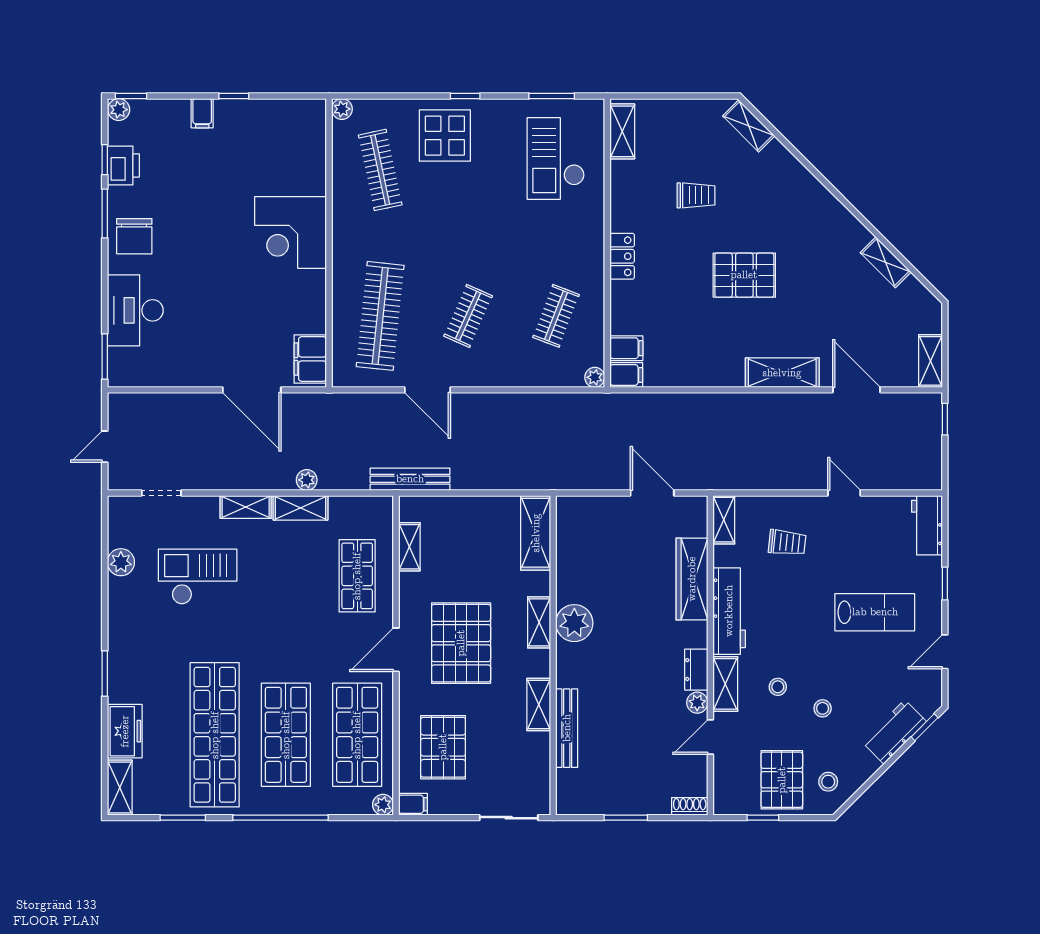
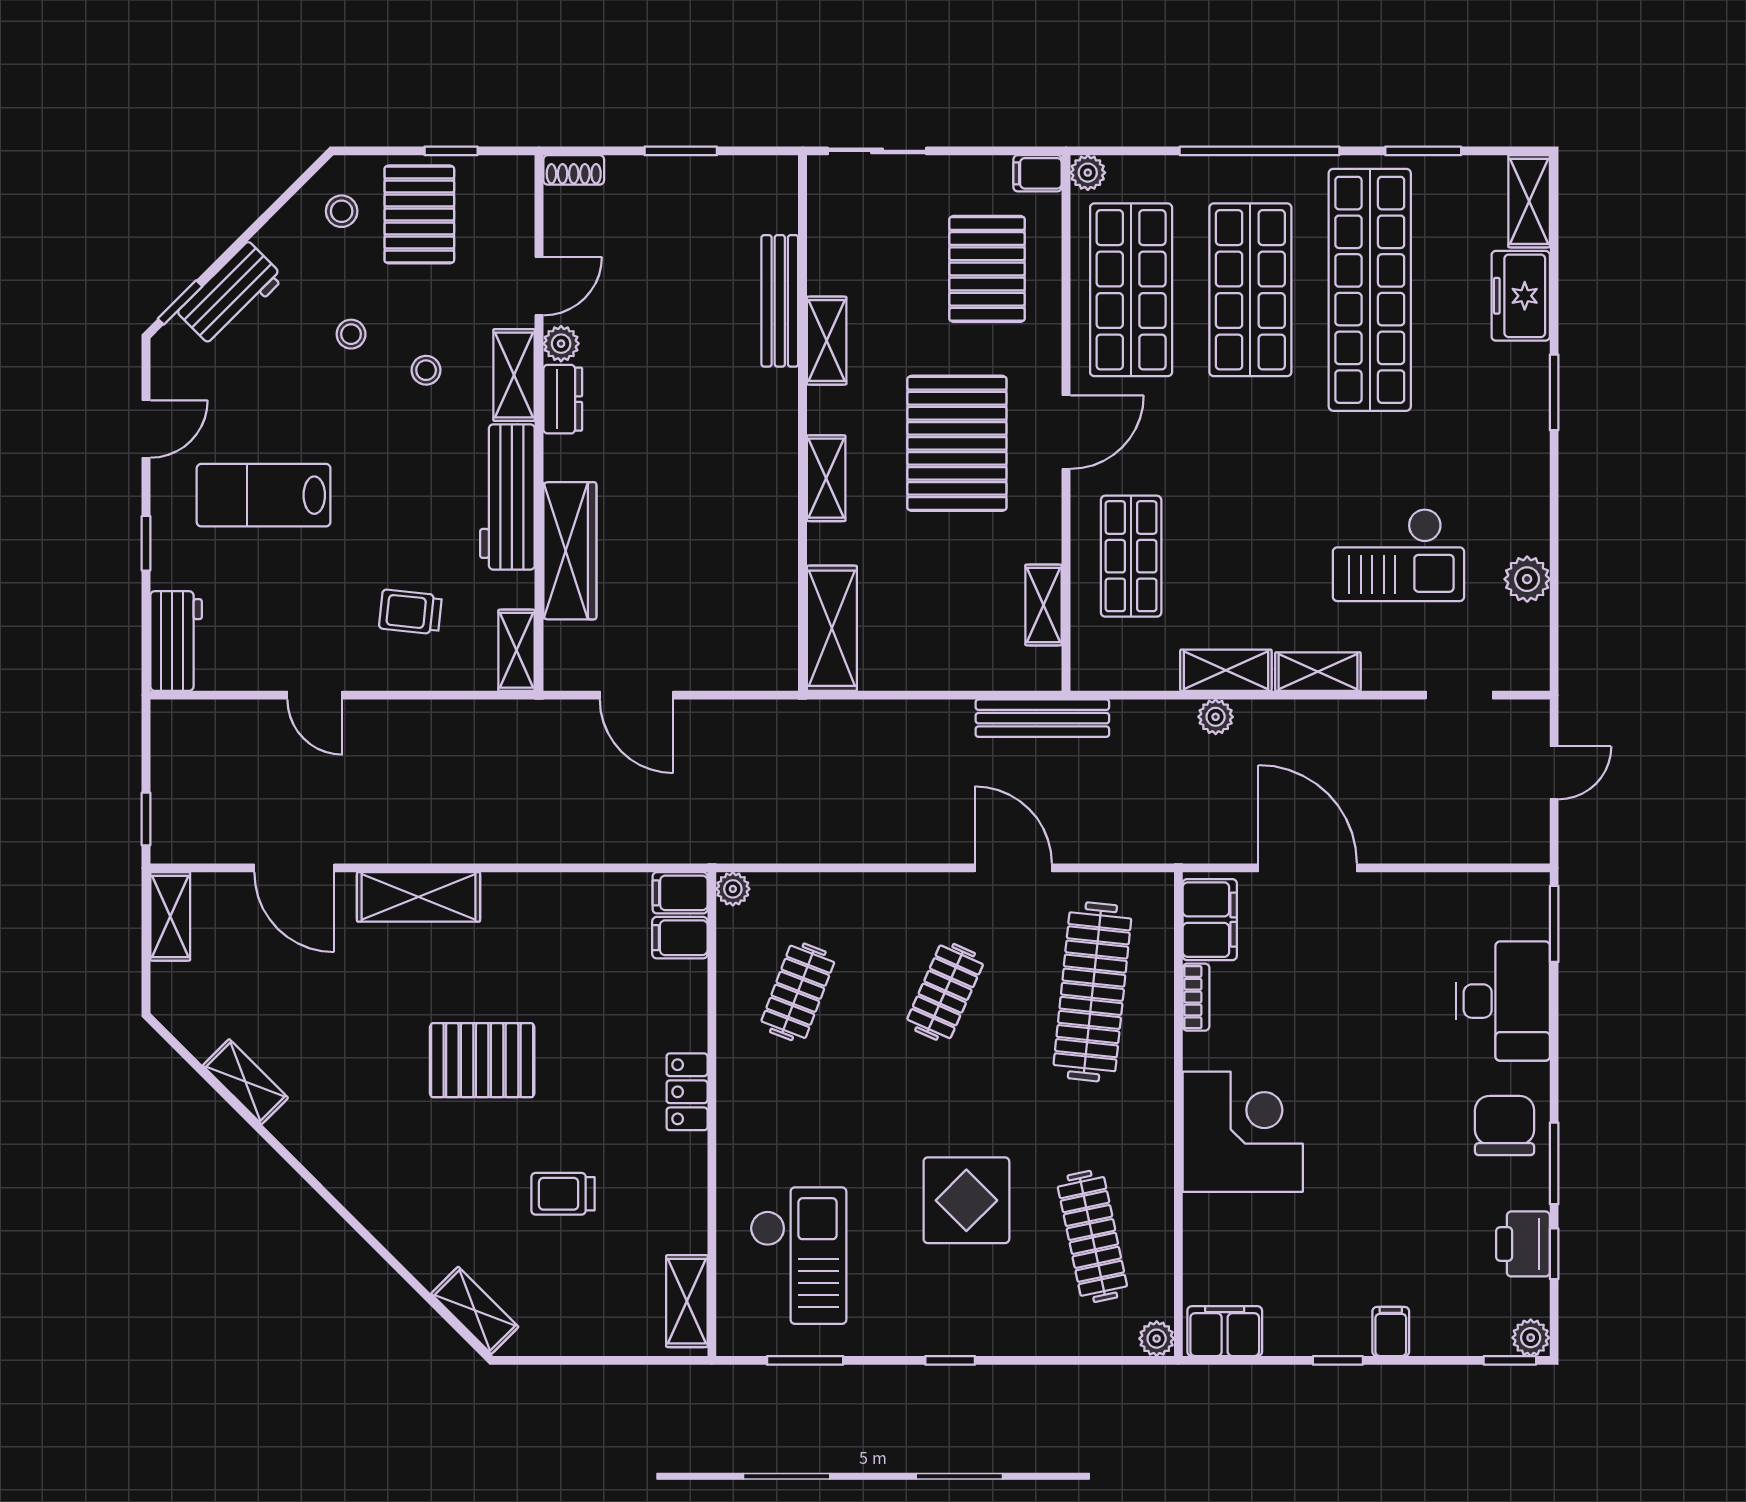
filing cabinet: (301, 113) -> (1225, 1331), added
display table: (445, 136) -> (966, 1200), moved
bookcase: (318, 313) -> (1196, 997), added
plant: (574, 623) -> (767, 477), removed

